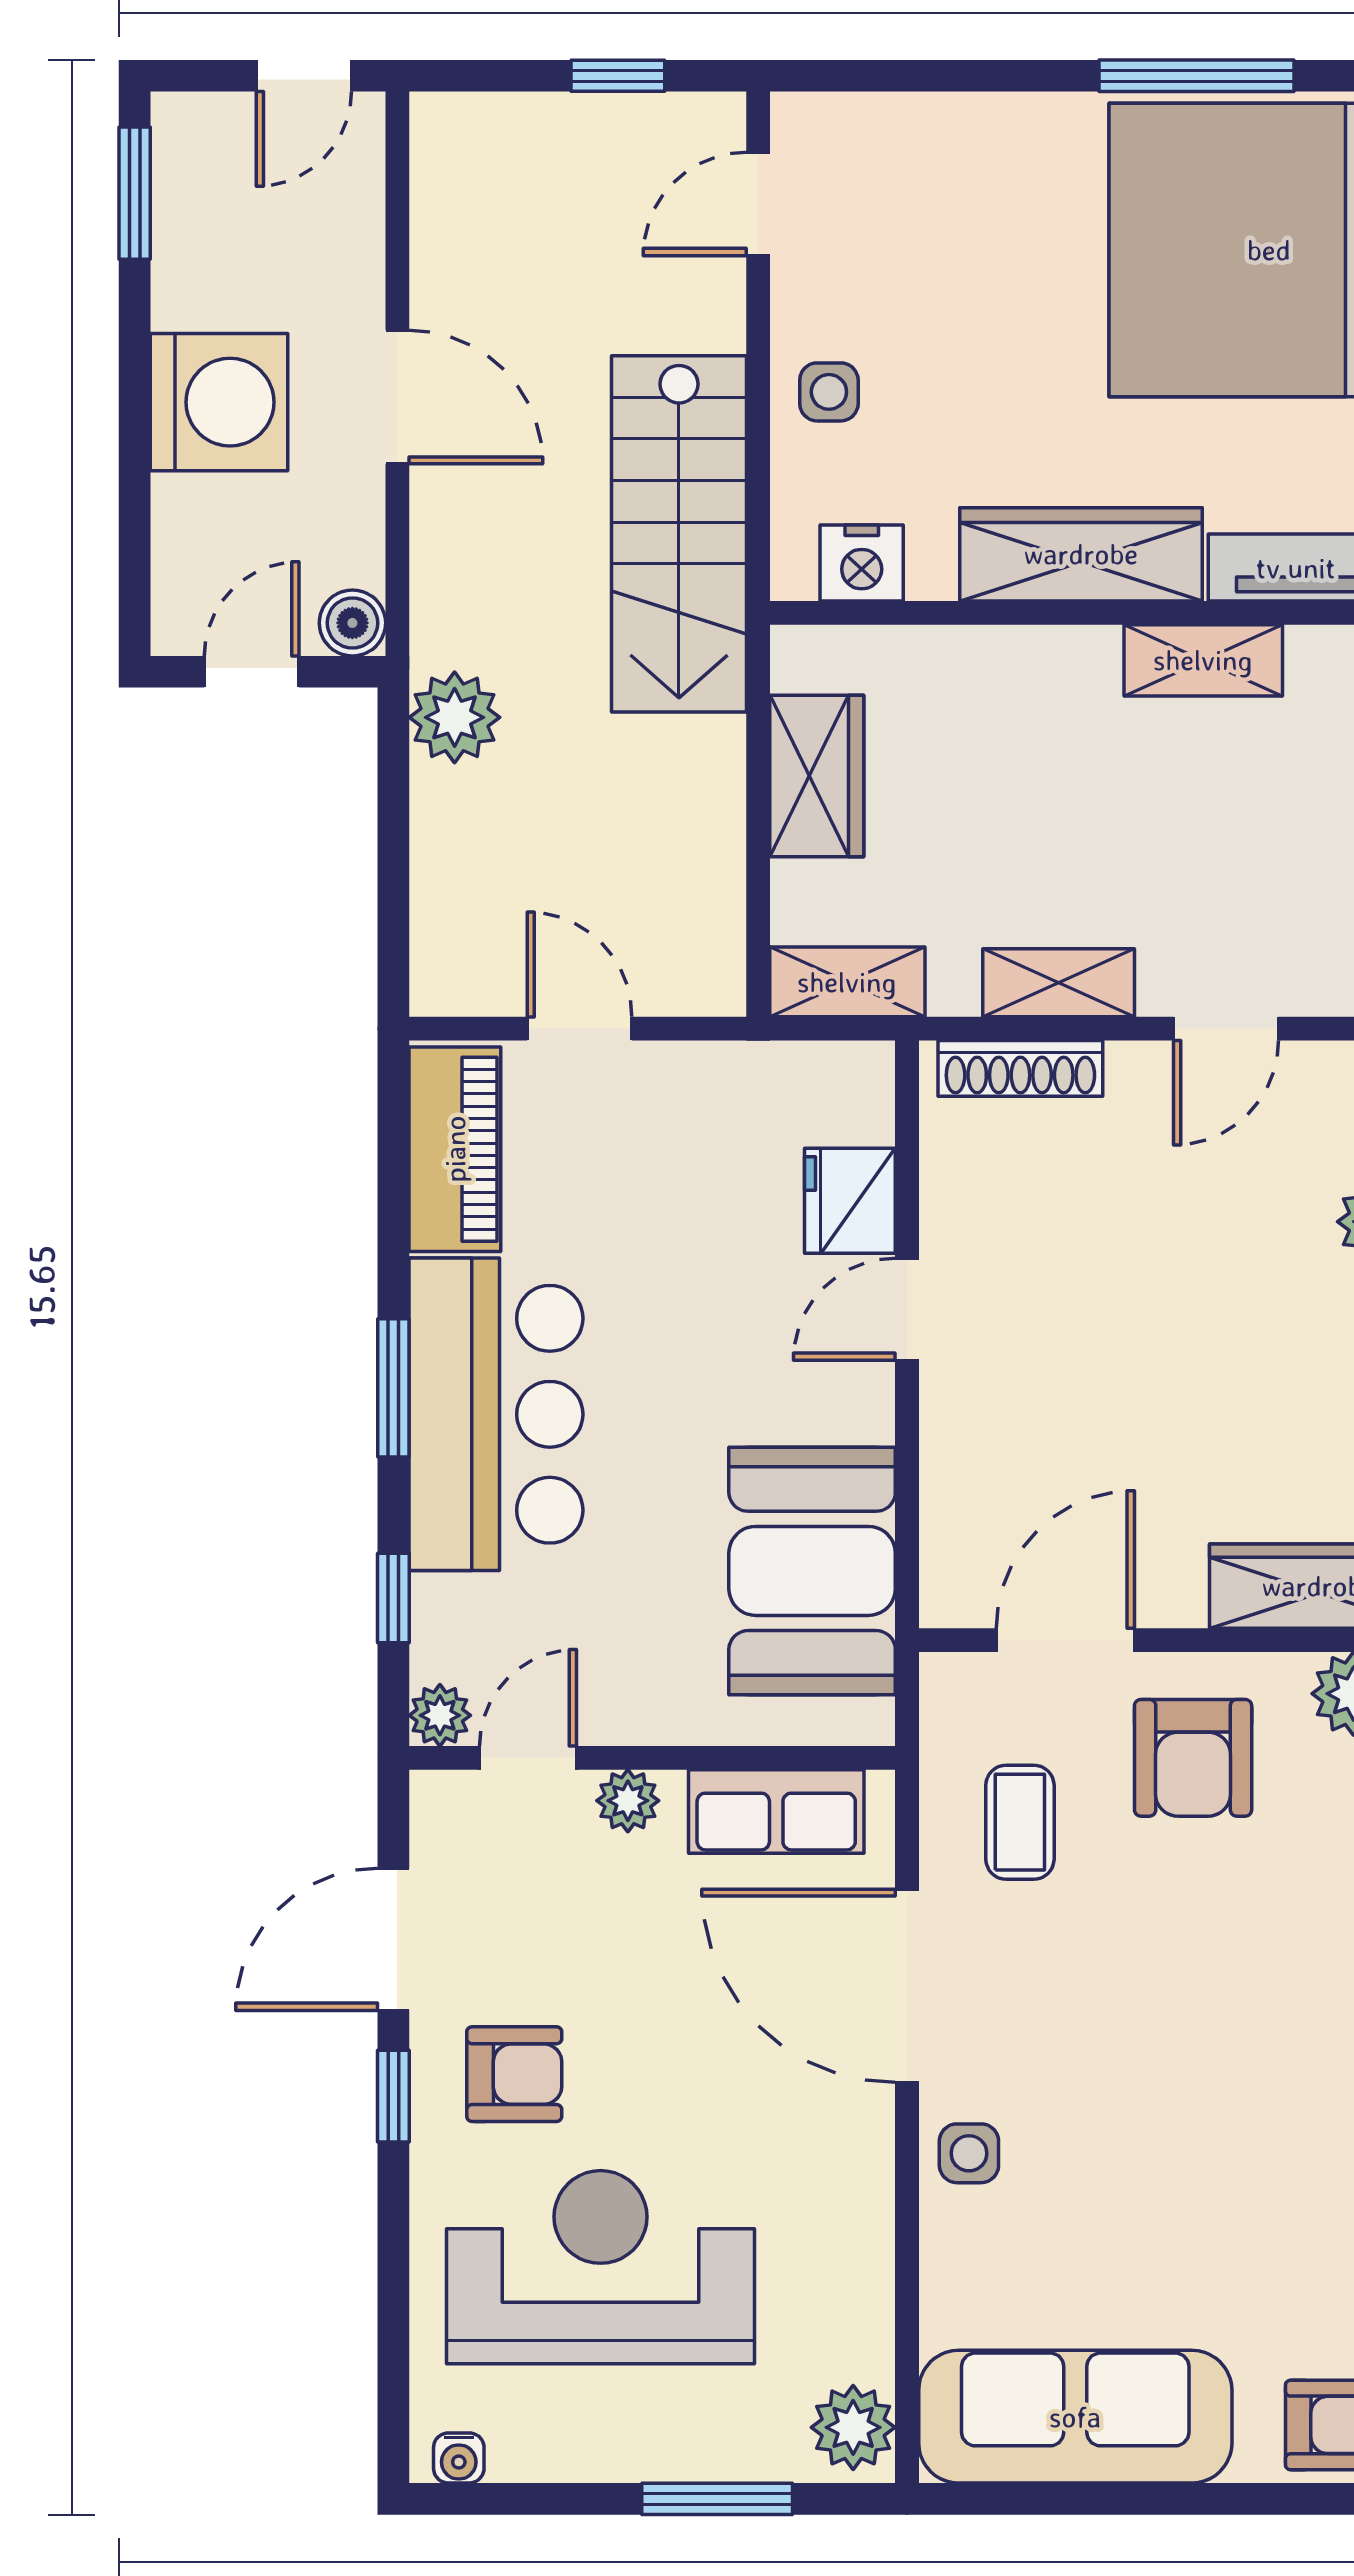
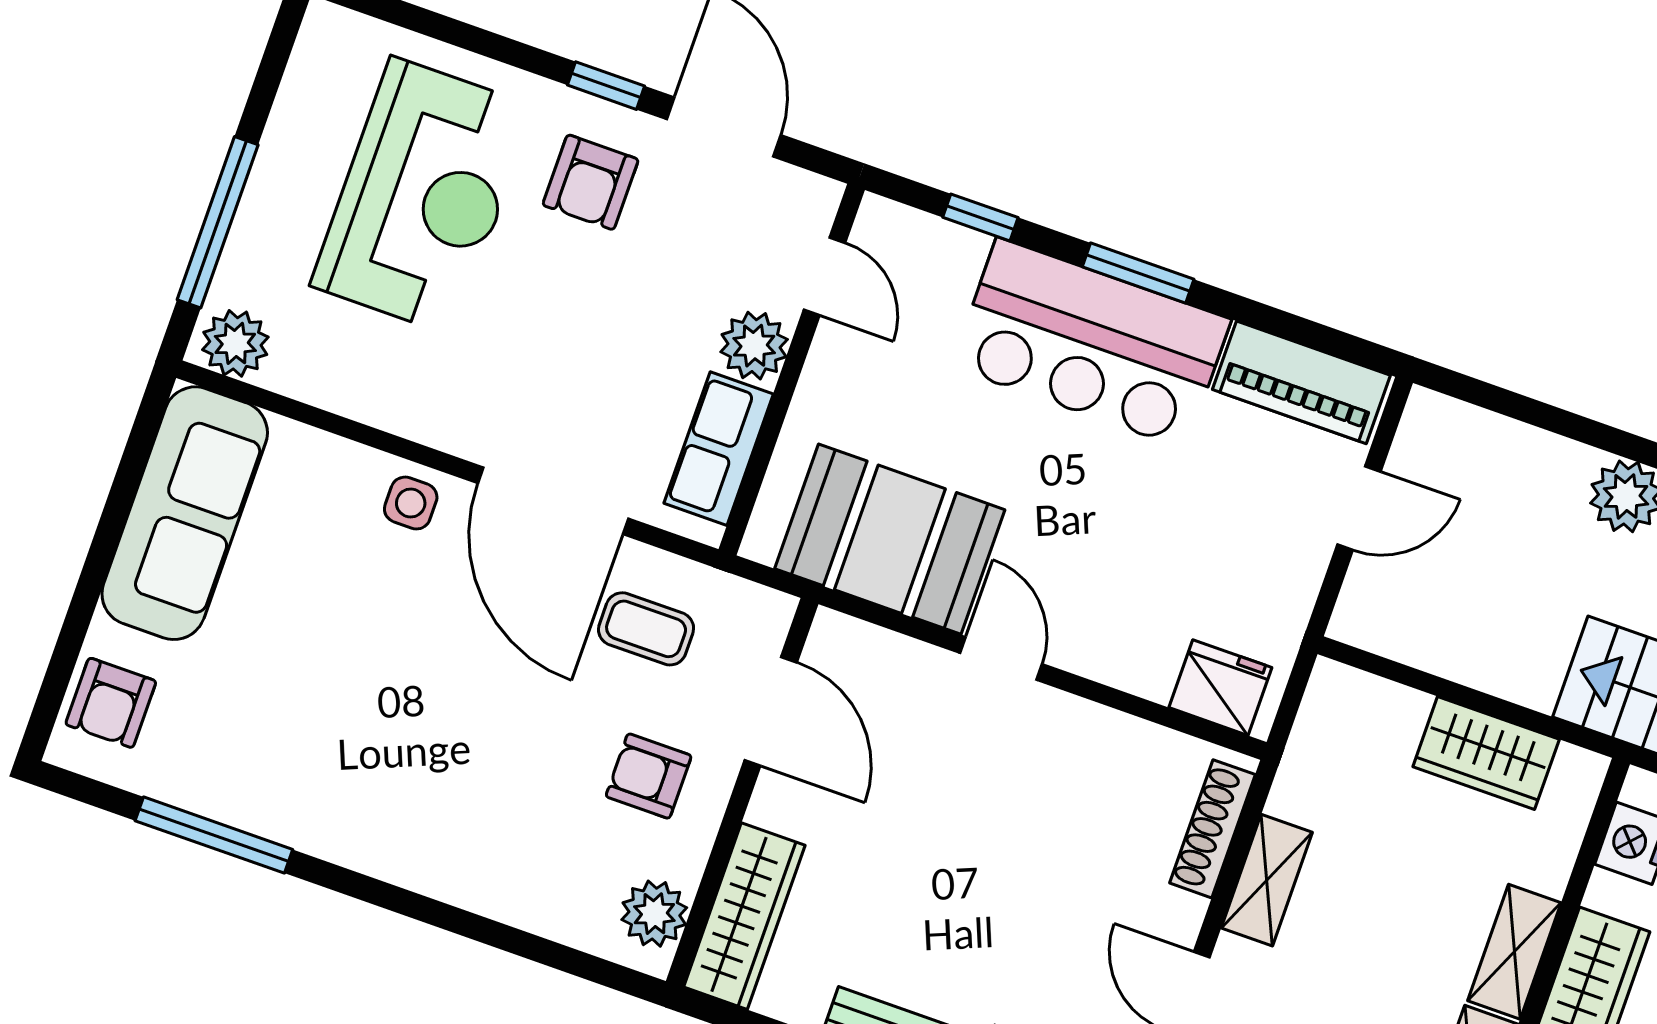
shelving: (847, 982) -> (1514, 952), moved
fridge: (850, 1201) -> (1220, 688), moved
door: (907, 1309) -> (1001, 659), moved
plant: (440, 1715) -> (880, 221), removed
armchair: (1193, 1758) -> (649, 776), width x0.72, depth x0.72
plant: (628, 1801) -> (754, 346), width x1.38, depth x1.38
door: (907, 1986) -> (553, 501), swing flipped
water cooler: (459, 2458) -> (317, 39), removed
window: (717, 2499) -> (218, 222), width x1.44

